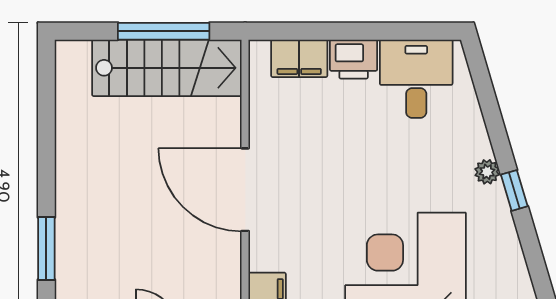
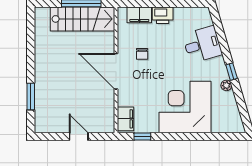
desk: (416, 79) -> (202, 44), moved, turned 74
chair: (306, 149) -> (142, 54), added
plant: (487, 172) -> (226, 85), moved

